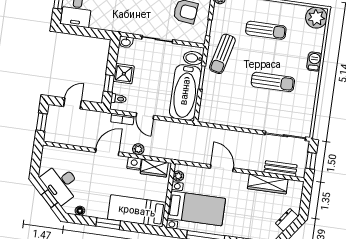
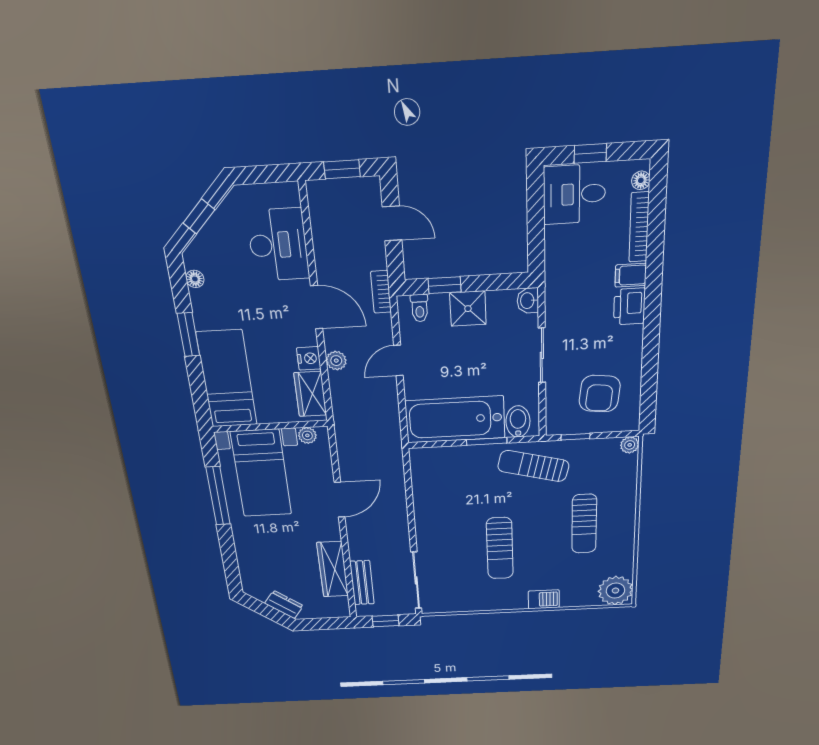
bookcase: (122, 119) -> (381, 292), moved
desk: (61, 183) -> (278, 245), moved, turned 135

